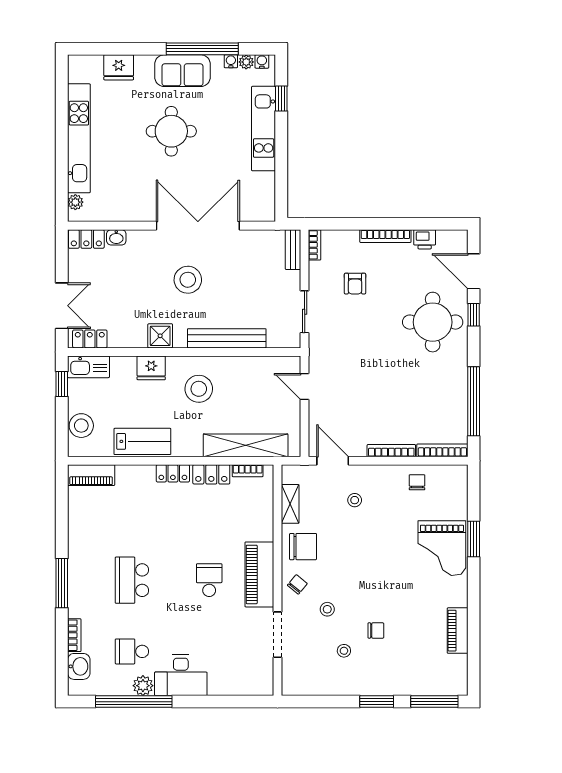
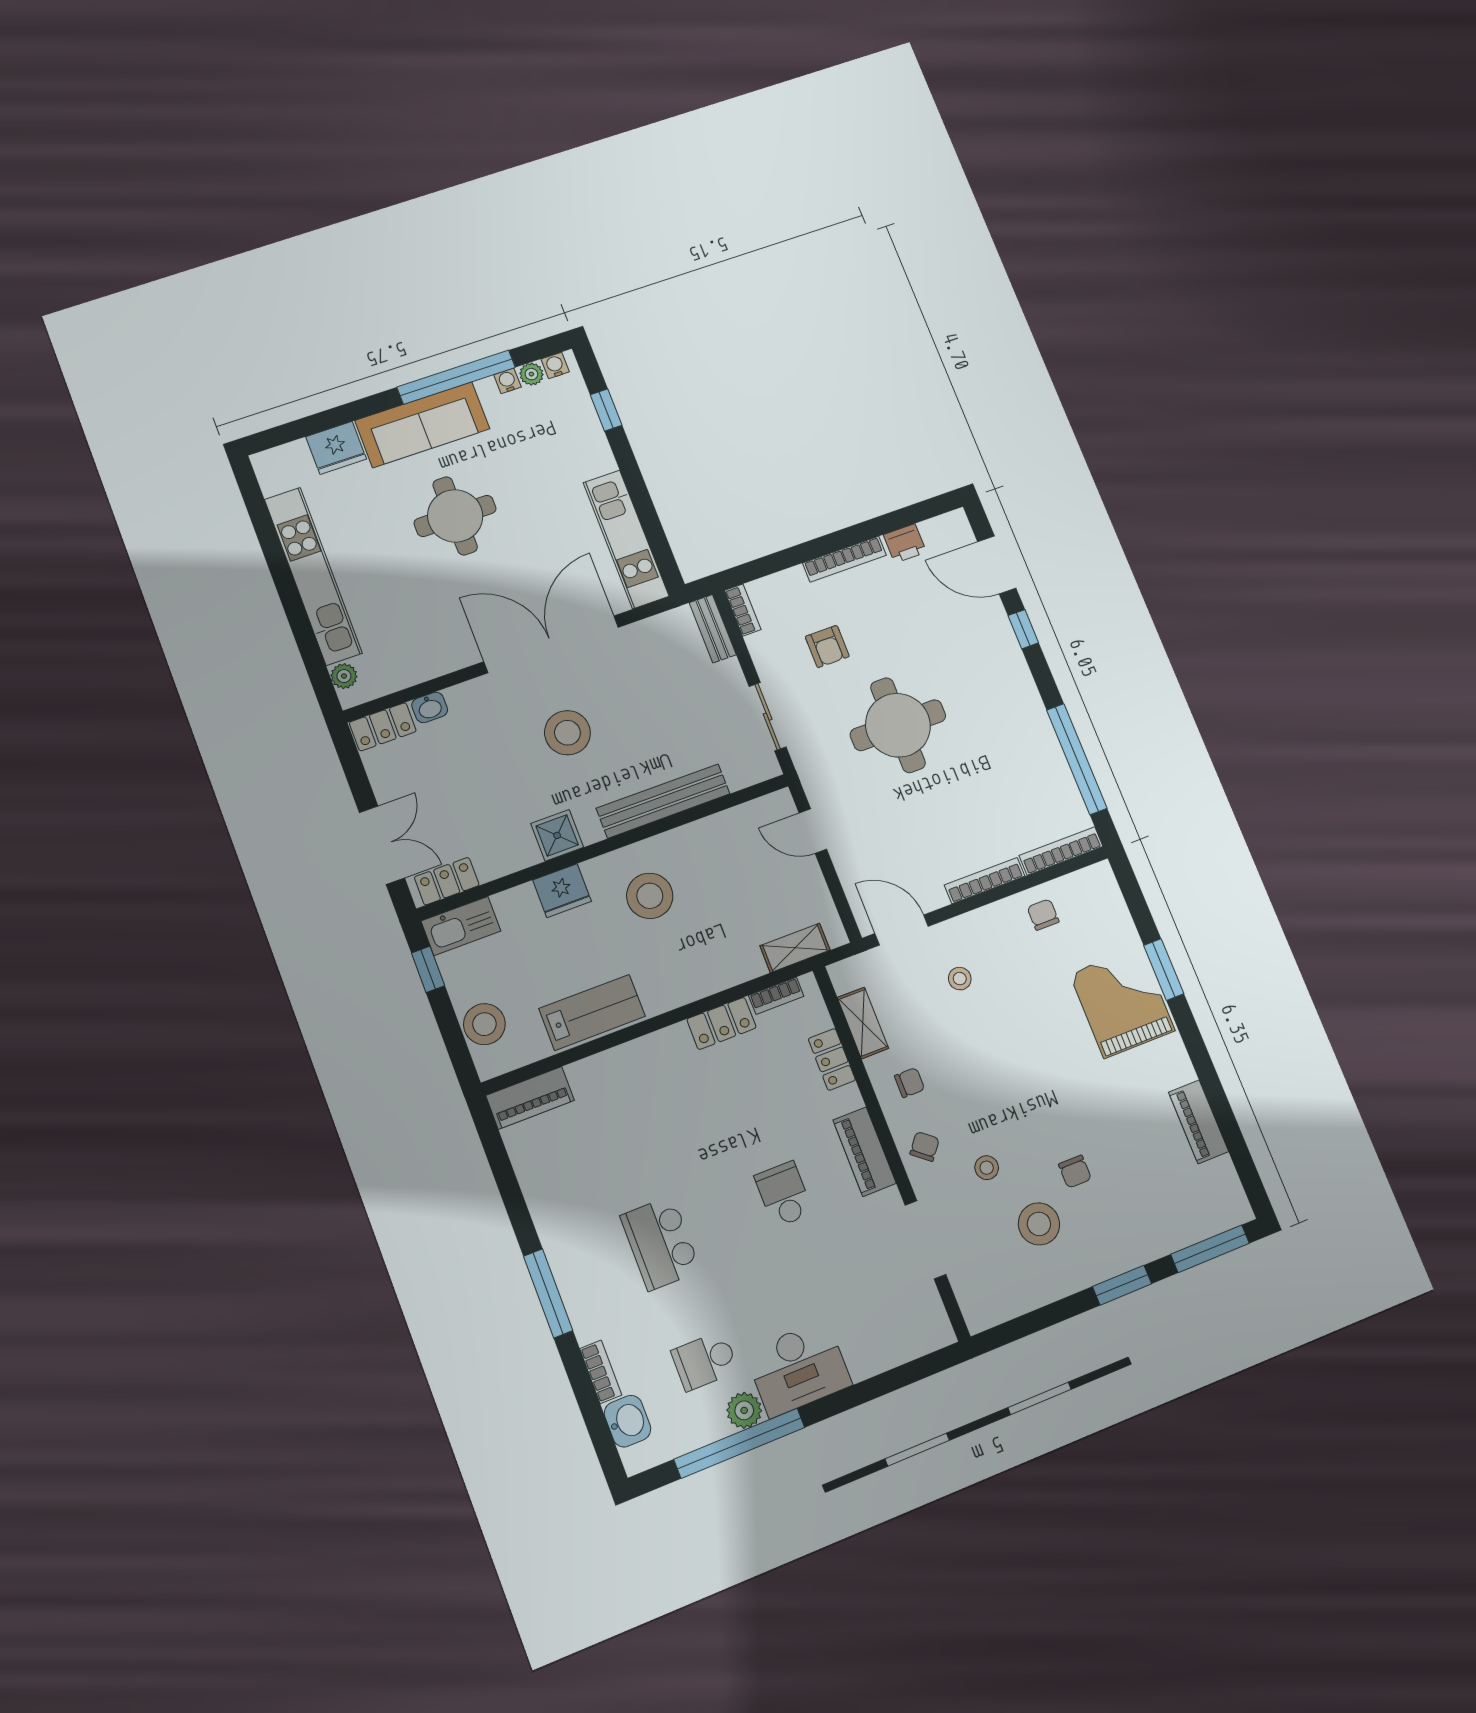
sofa: (183, 71) -> (422, 425), width x1.36
kitchen unit: (264, 129) -> (626, 539), moved
round table: (433, 322) -> (898, 725), moved
shelving: (246, 445) -> (795, 948), width x0.45, depth x0.75
locker: (173, 473) -> (832, 1059), moved, turned 90
chair: (303, 547) -> (910, 1083), width x0.54, depth x0.54
grand piano: (442, 548) -> (1122, 1002), turned 180
piano: (259, 574) -> (865, 1152), width x0.73, depth x0.75
chair: (376, 630) -> (1075, 1172), turned 90
stool: (344, 651) -> (1039, 1224), width x1.89, depth x1.89

